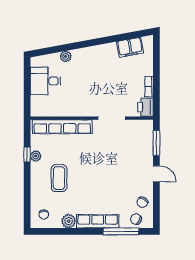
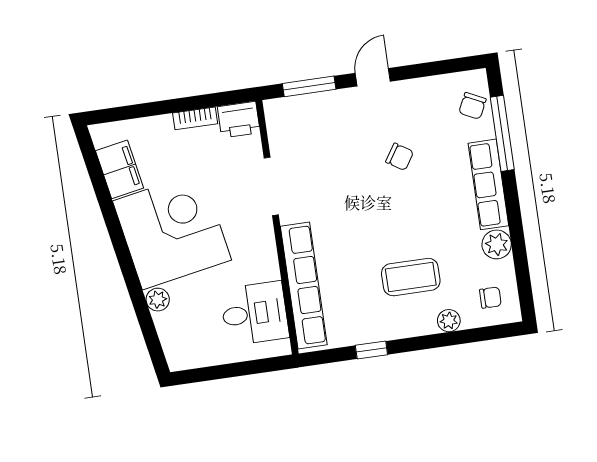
corner desk: (97, 68) -> (172, 231), added
desk: (45, 81) -> (255, 313), moved, turned -90
plant: (36, 156) -> (449, 321), moved
chair: (142, 202) -> (400, 157), moved

